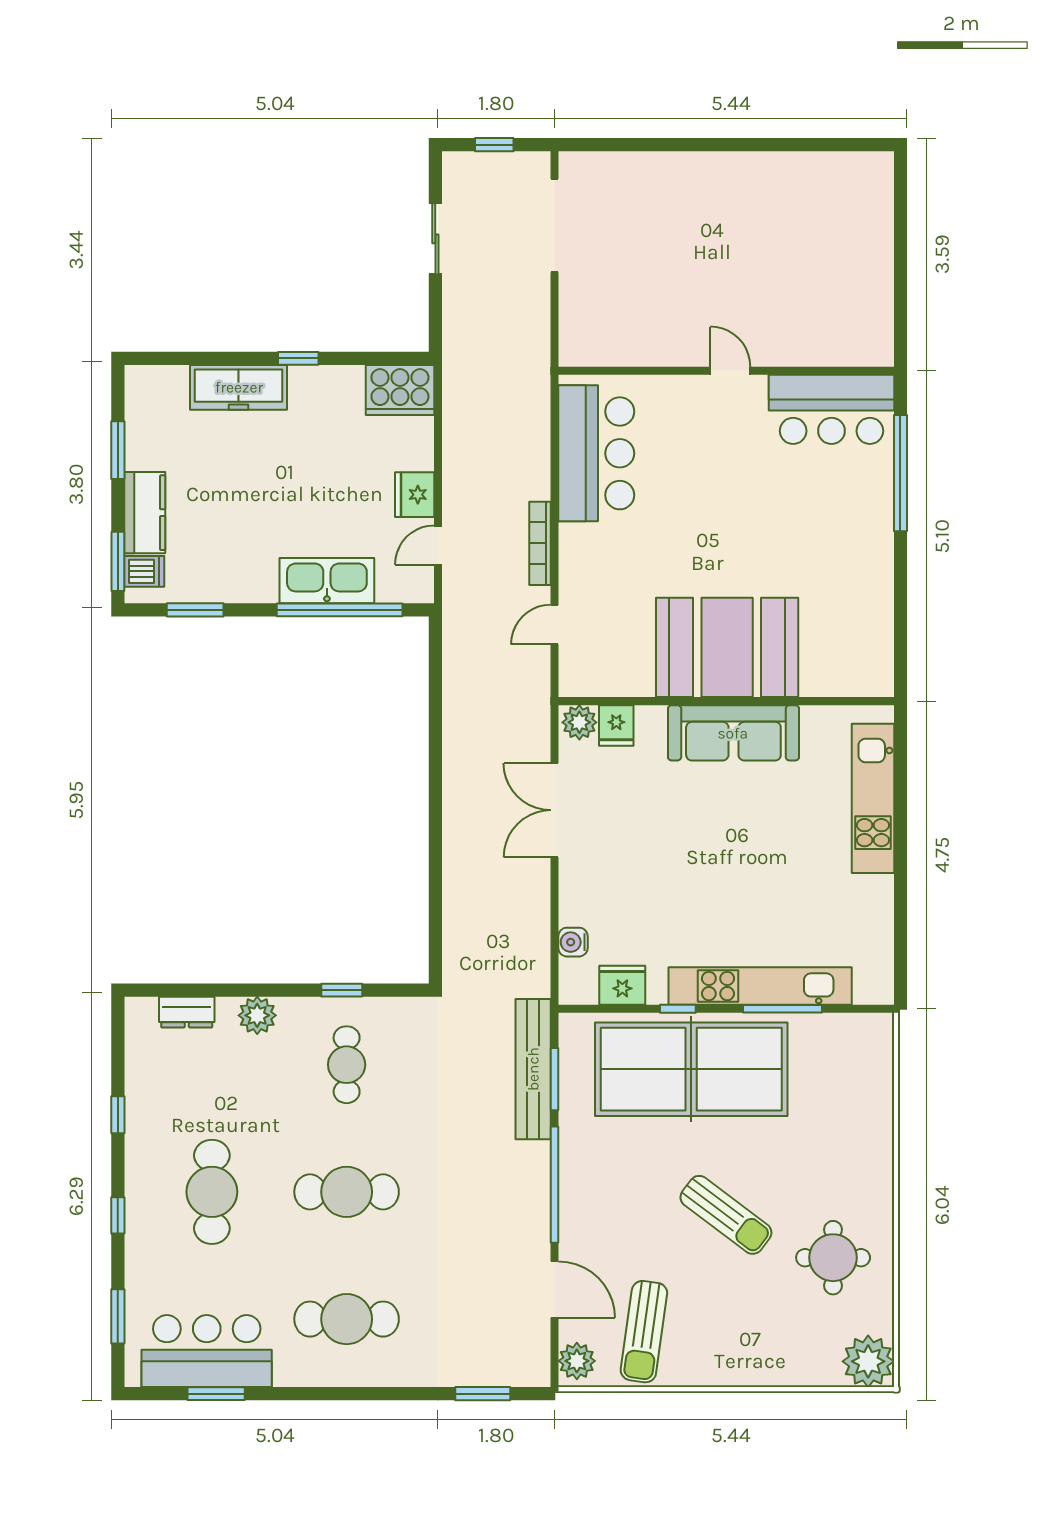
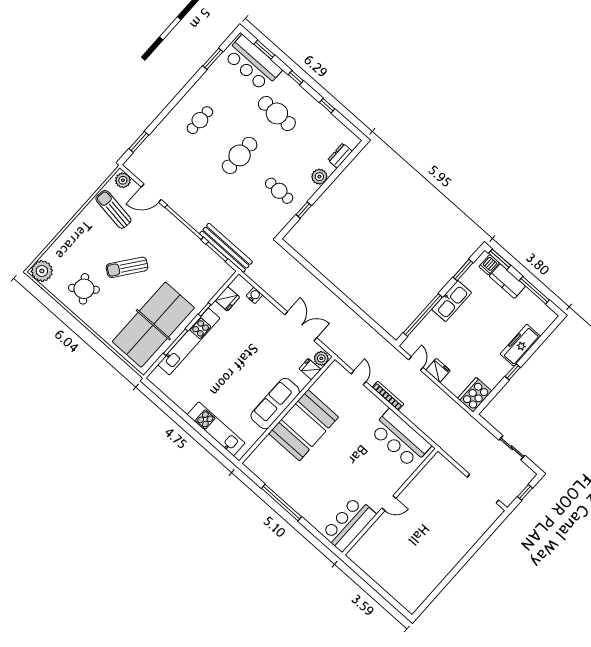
window: (118, 450) -> (534, 290), width x1.44
window: (900, 473) -> (282, 503), moved
kitchen sink: (327, 581) -> (452, 301), moved
table tennis table: (691, 1069) -> (153, 325), moved
round table: (833, 1258) -> (84, 289), turned -37
cafe table: (347, 1319) -> (200, 120), width x0.73, depth x0.74
bar counter: (207, 1351) -> (253, 63), moved, turned 90

